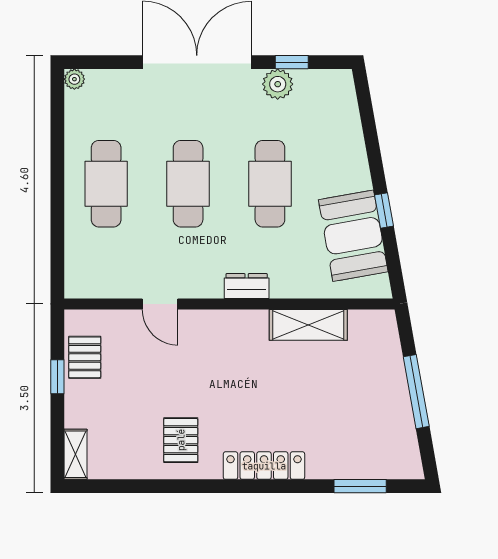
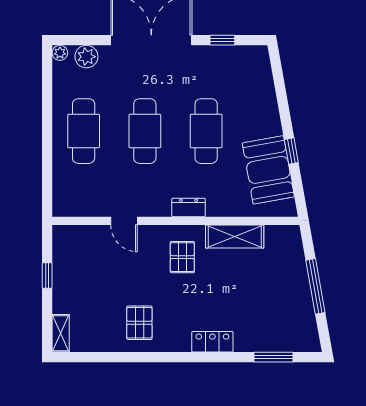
plant: (278, 84) -> (86, 57), moved
pallet: (85, 357) -> (182, 257), moved
locker: (264, 466) -> (212, 342), width x0.66

